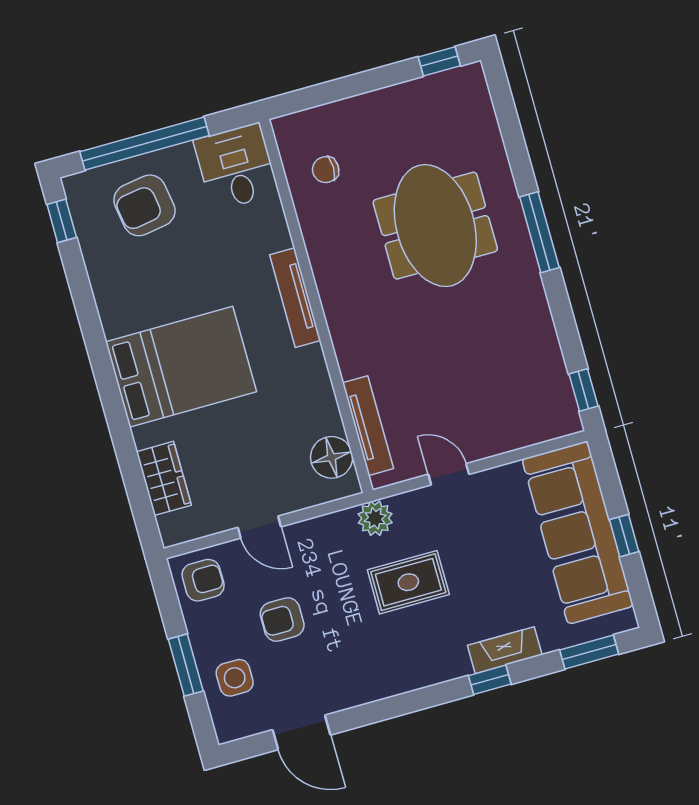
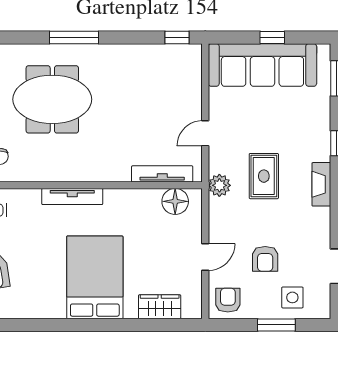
fireplace: (505, 650) -> (321, 184), moved

